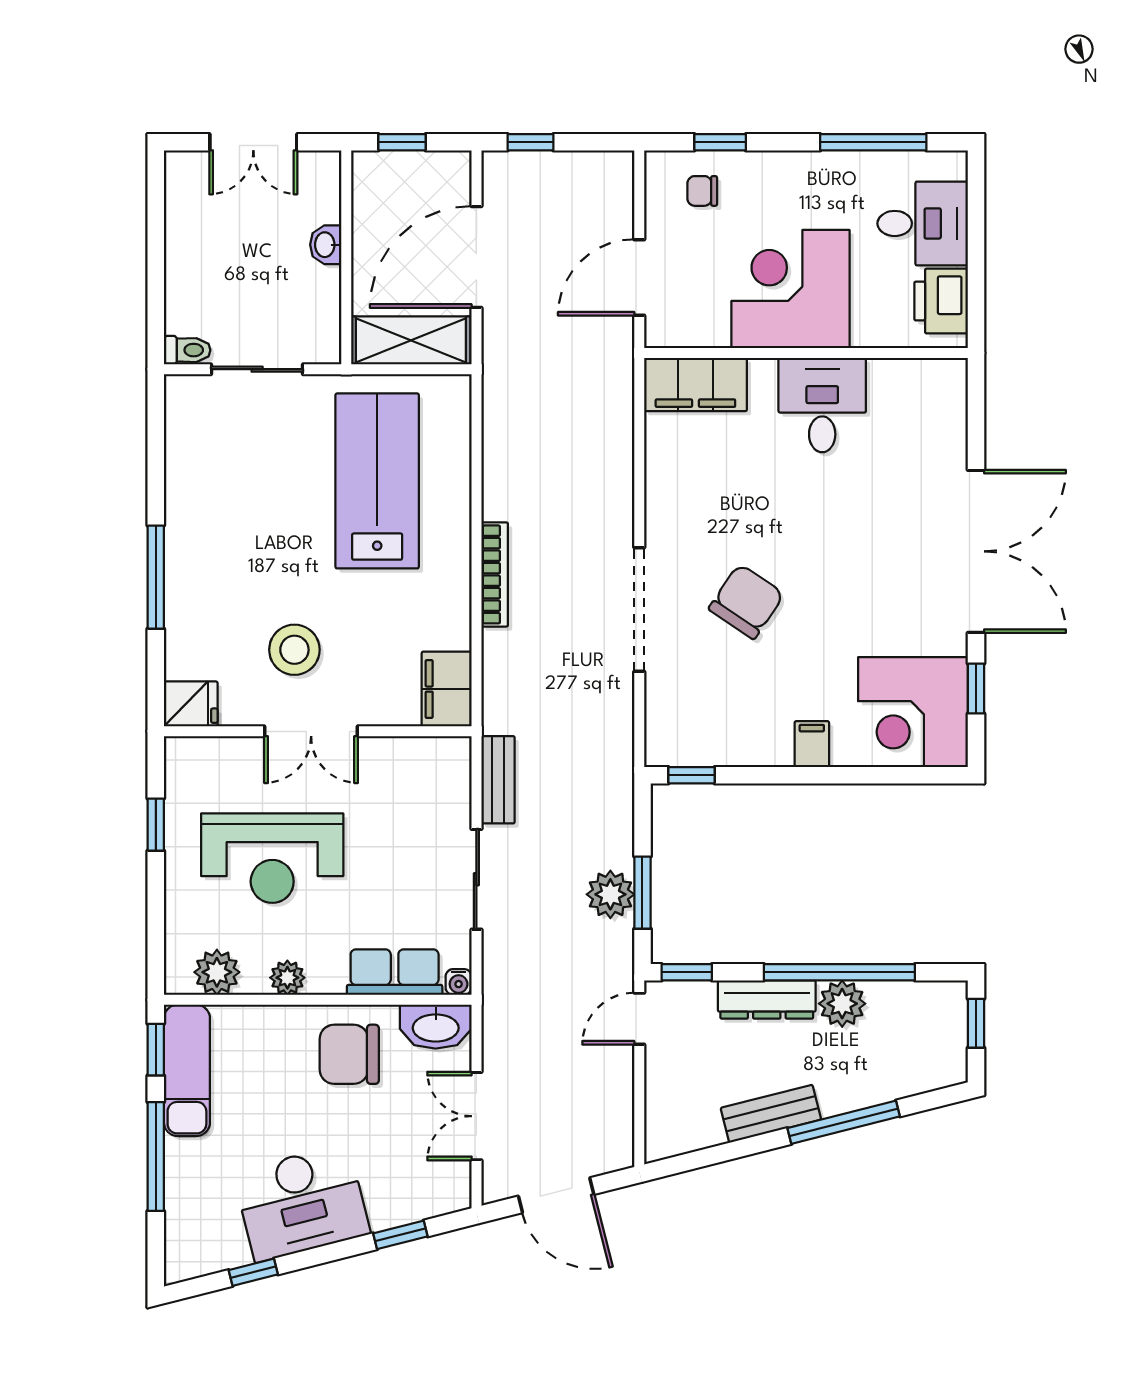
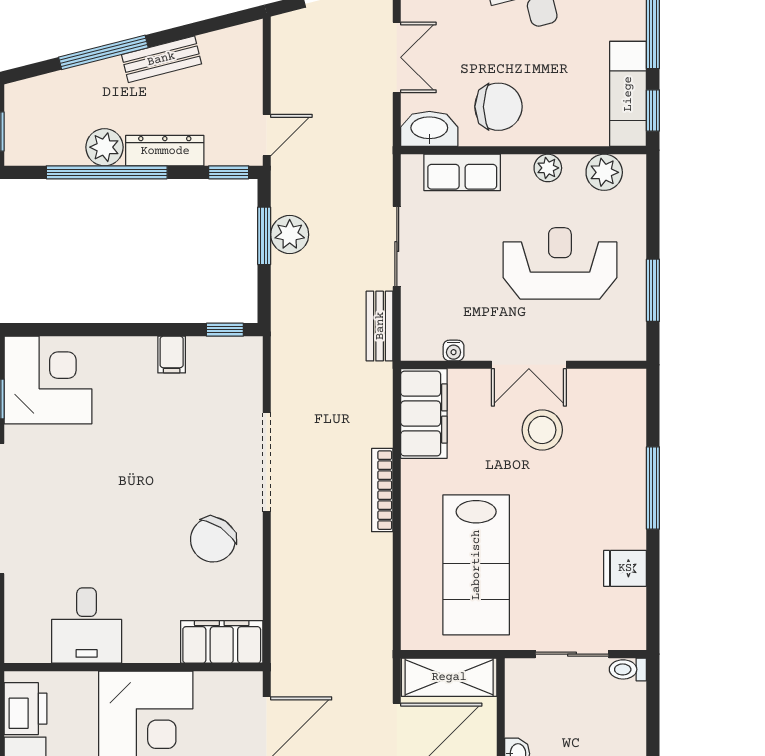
desk: (822, 405) -> (87, 626), moved
chair: (746, 601) -> (213, 540), moved
filing cabinet: (447, 689) -> (424, 414), width x1.50, depth x1.17
fridge: (191, 704) -> (625, 568), moved
double door: (311, 731) -> (529, 365), swing flipped
filing cabinet: (812, 744) -> (172, 355), moved
window: (156, 825) -> (653, 290), width x1.50
water cooler: (459, 982) -> (454, 351), moved, turned 180

